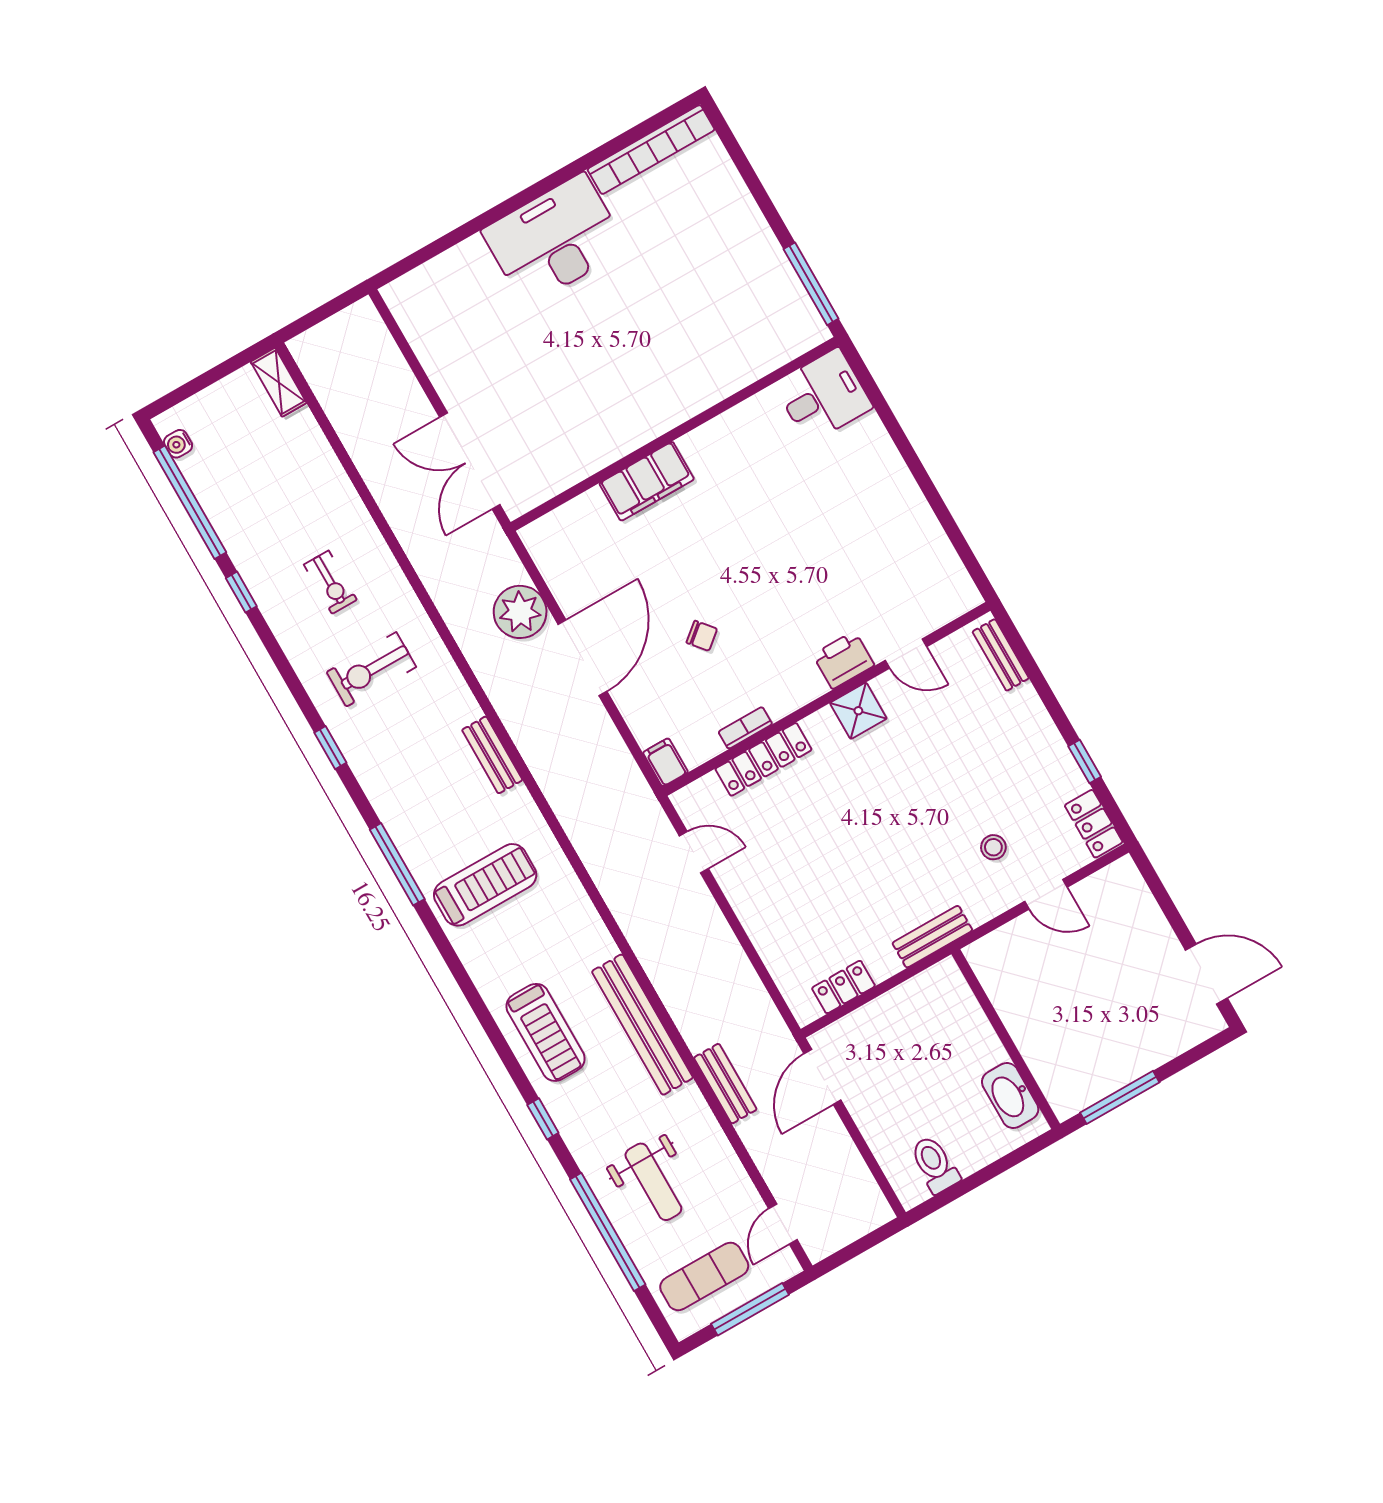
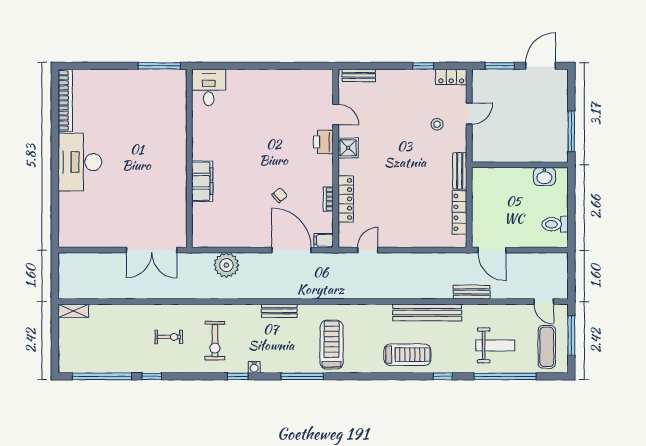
water cooler: (178, 444) -> (254, 367), moved
door: (906, 653) -> (336, 114), hinge flipped
door: (582, 658) -> (292, 250), moved
window: (1164, 900) -> (500, 66), added
locker: (843, 987) -> (459, 212), width x1.53
washbasin: (1010, 1096) -> (544, 176), width x0.72

